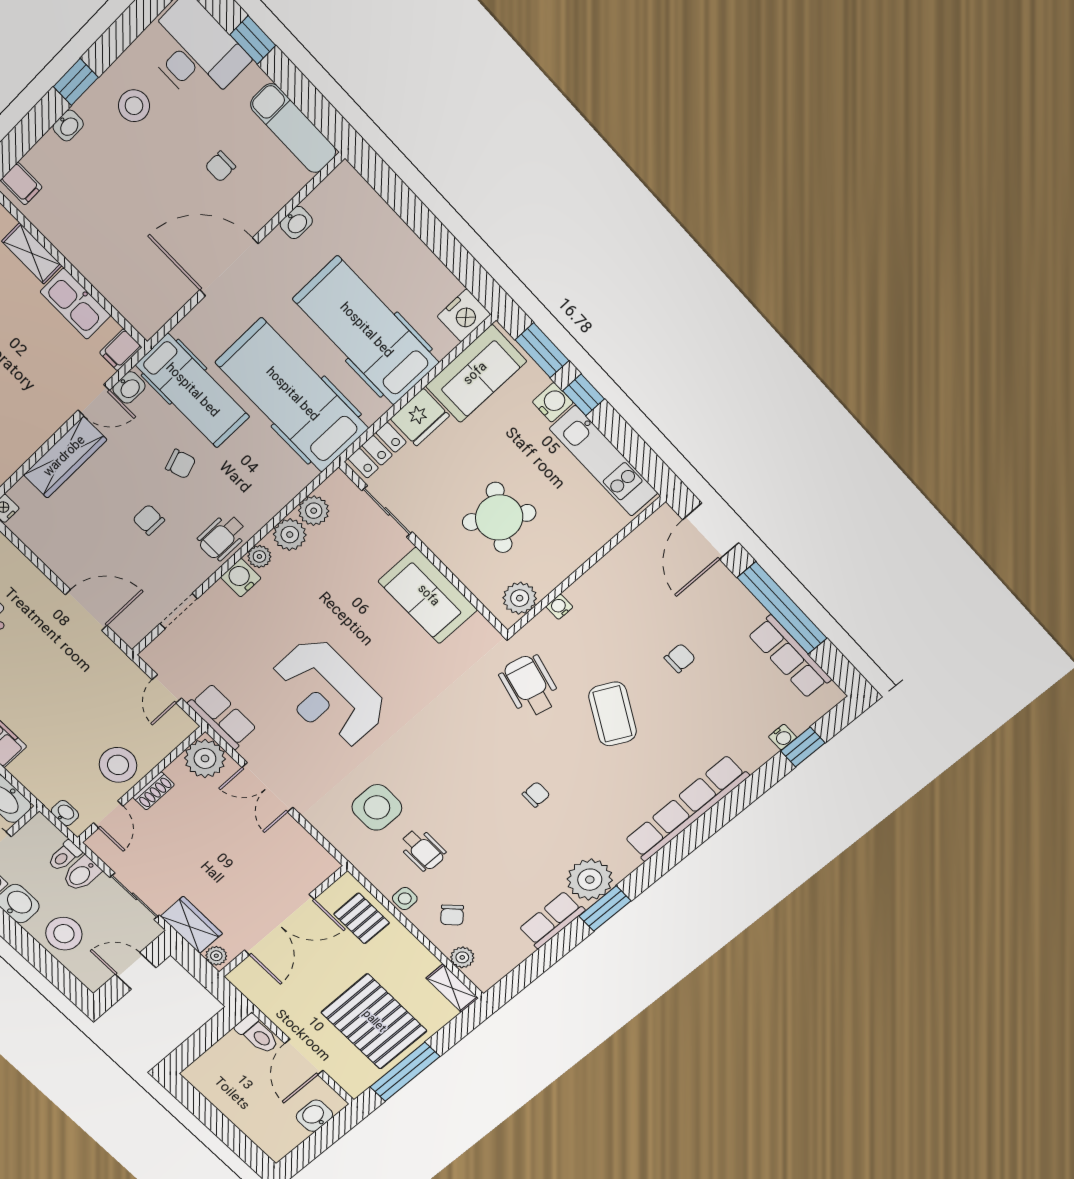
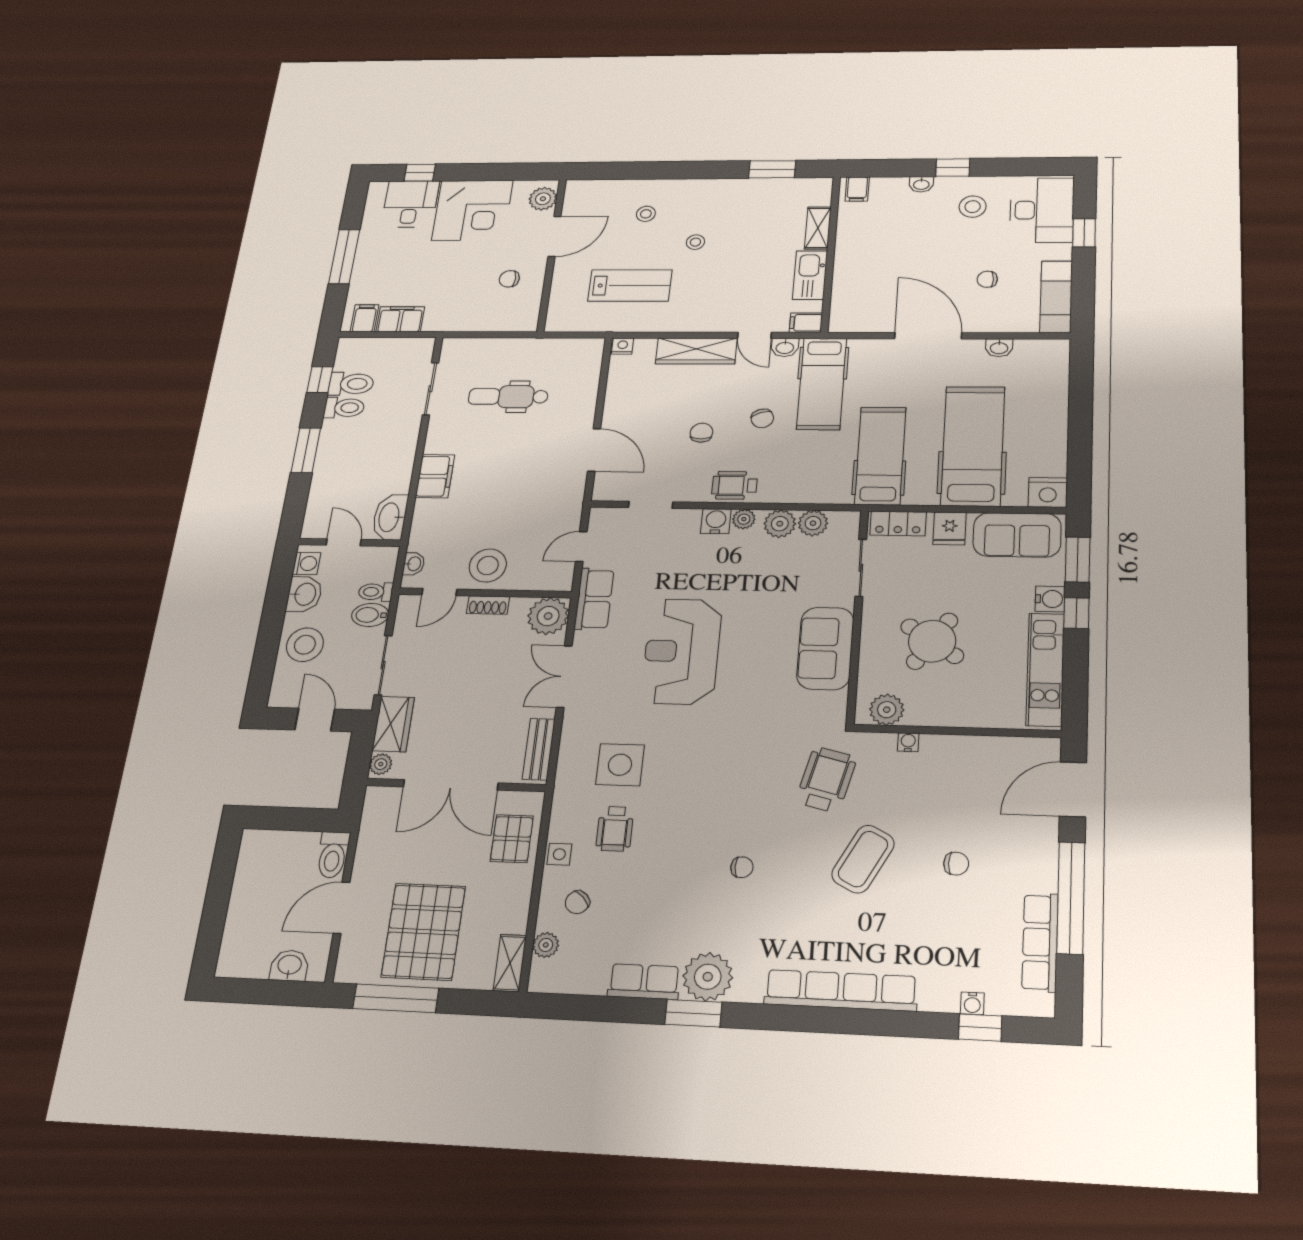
hospital bed: (292, 395) -> (880, 456), width x0.73, depth x0.78
fridge: (420, 417) -> (950, 528), width x0.72
bench: (309, 849) -> (539, 749), added

